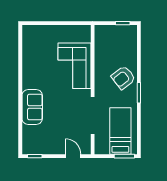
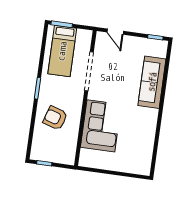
armchair: (123, 78) -> (55, 118), moved, turned -125
sofa: (32, 107) -> (152, 82), width x1.36

